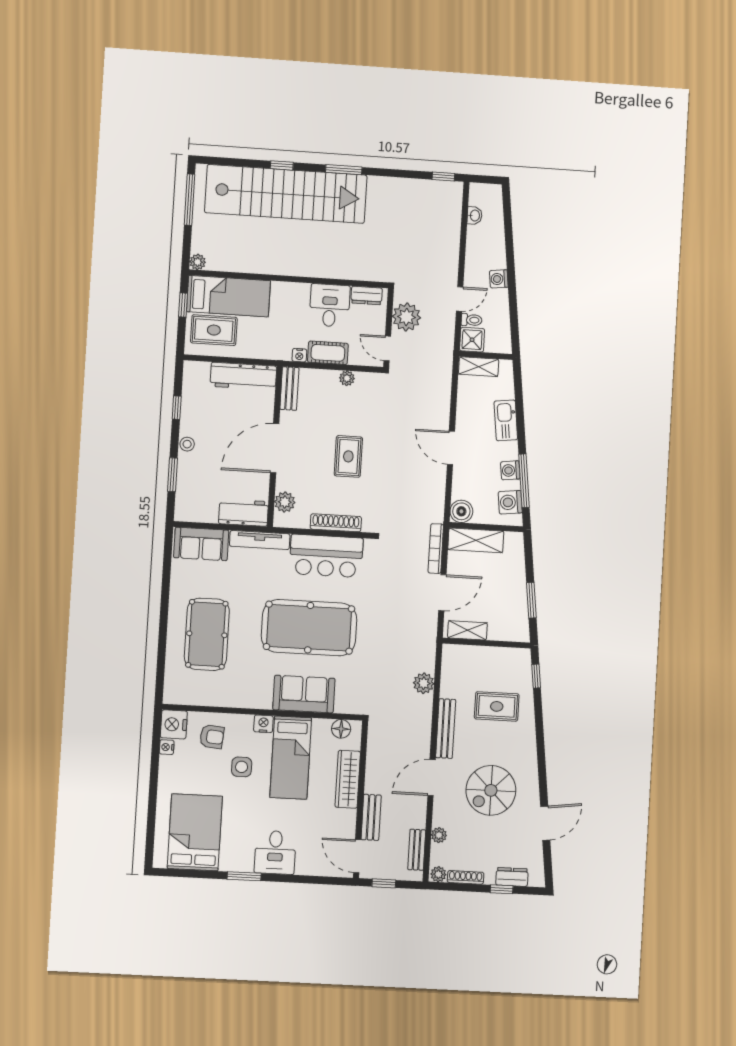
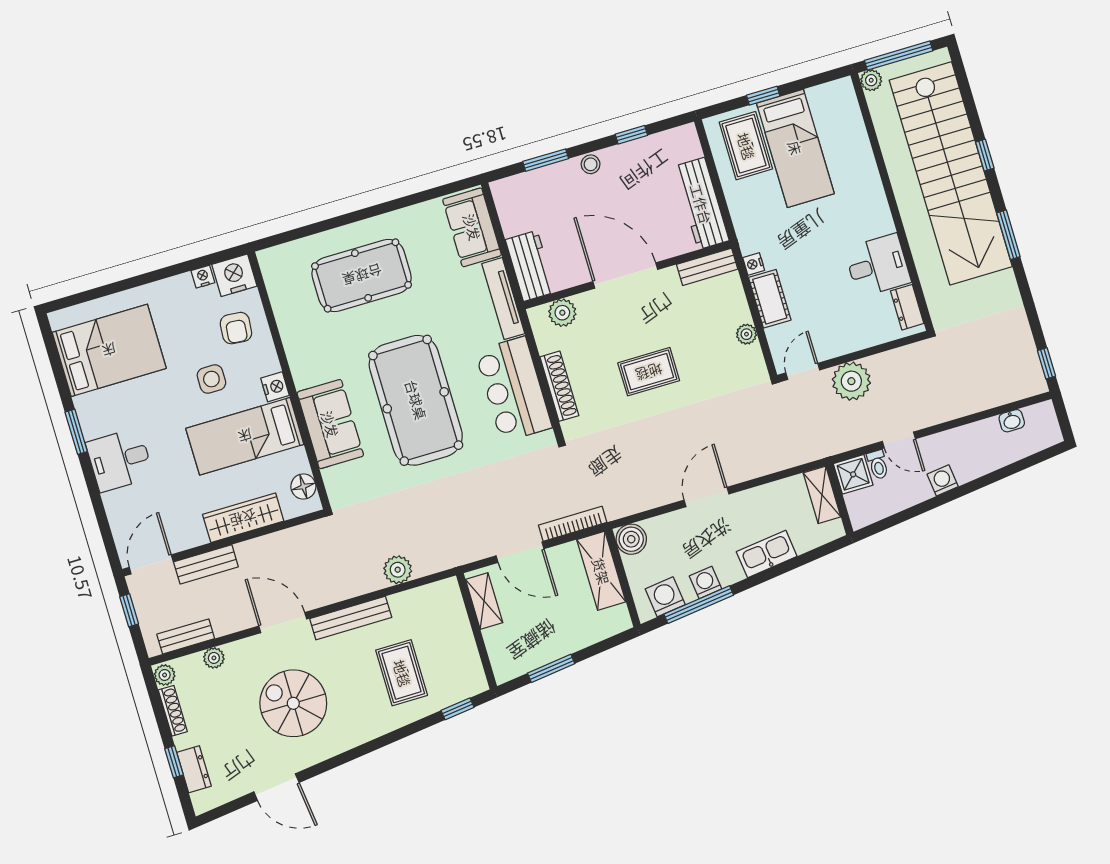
plant: (198, 262) -> (871, 80), moved
wall: (289, 279) -> (892, 202), moved
dresser: (367, 295) -> (907, 307), moved
desk: (330, 305) -> (878, 265), moved

